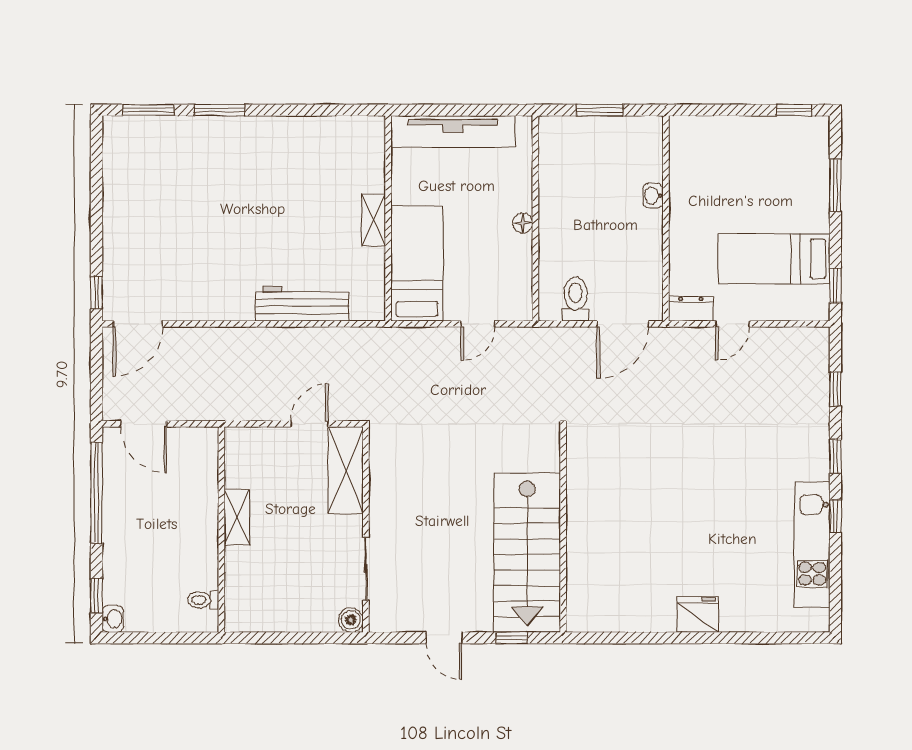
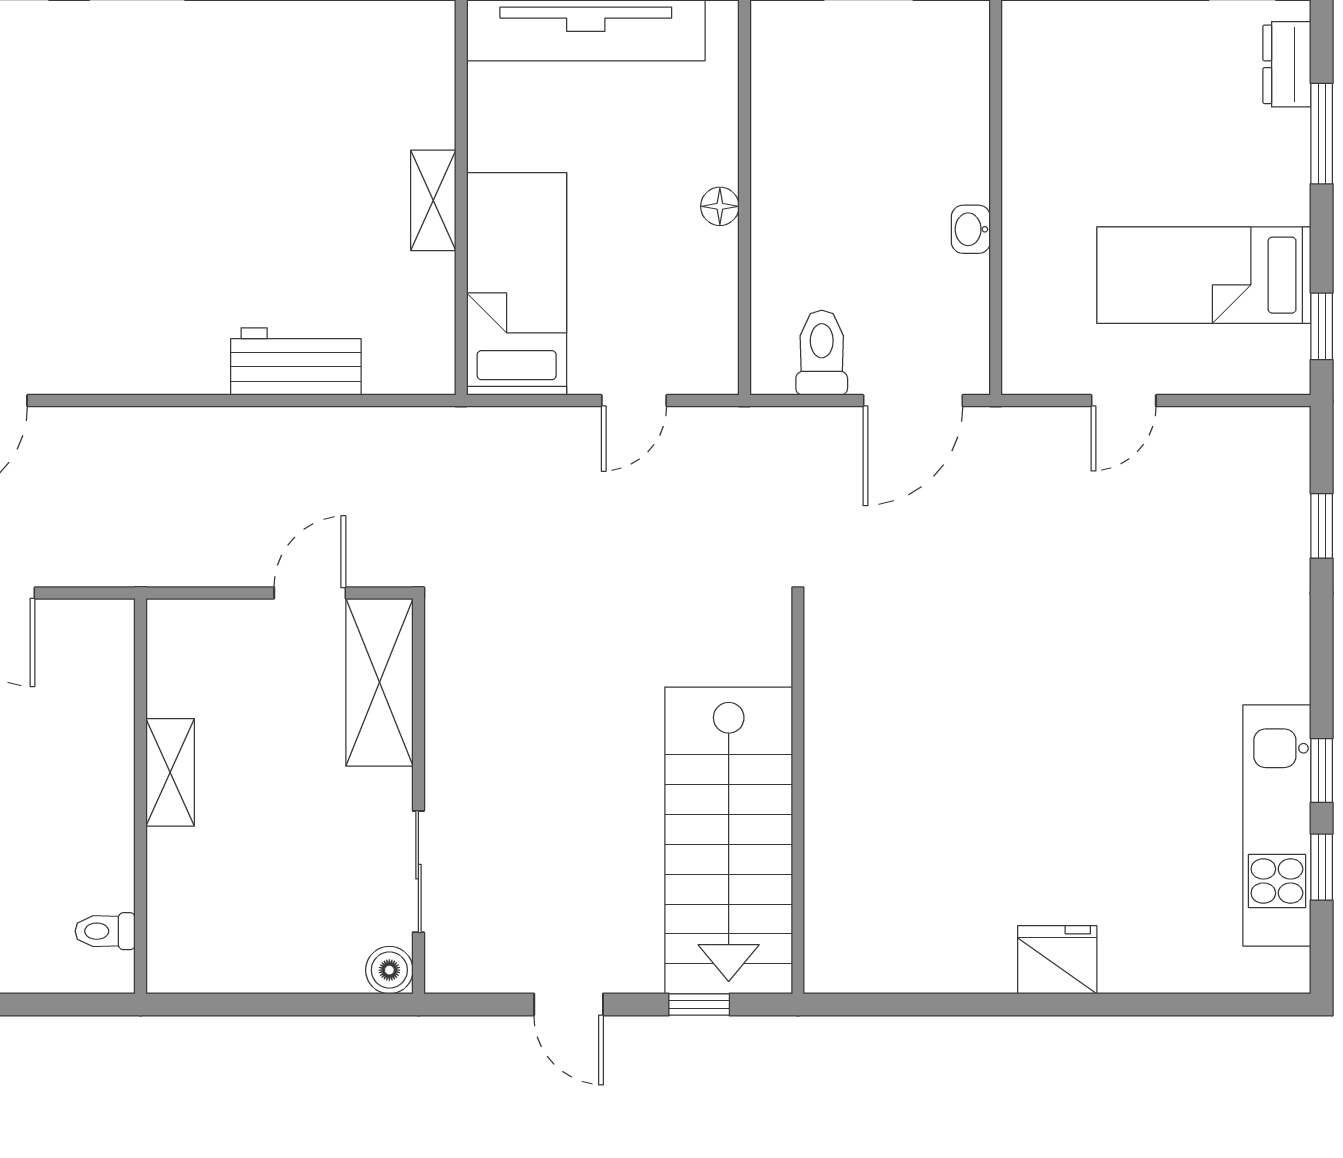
washbasin: (653, 196) -> (971, 229), moved
workbench: (302, 304) -> (296, 362), width x0.73
dresser: (691, 309) -> (1287, 64), moved, turned -90
window: (835, 456) -> (1322, 867), moved

